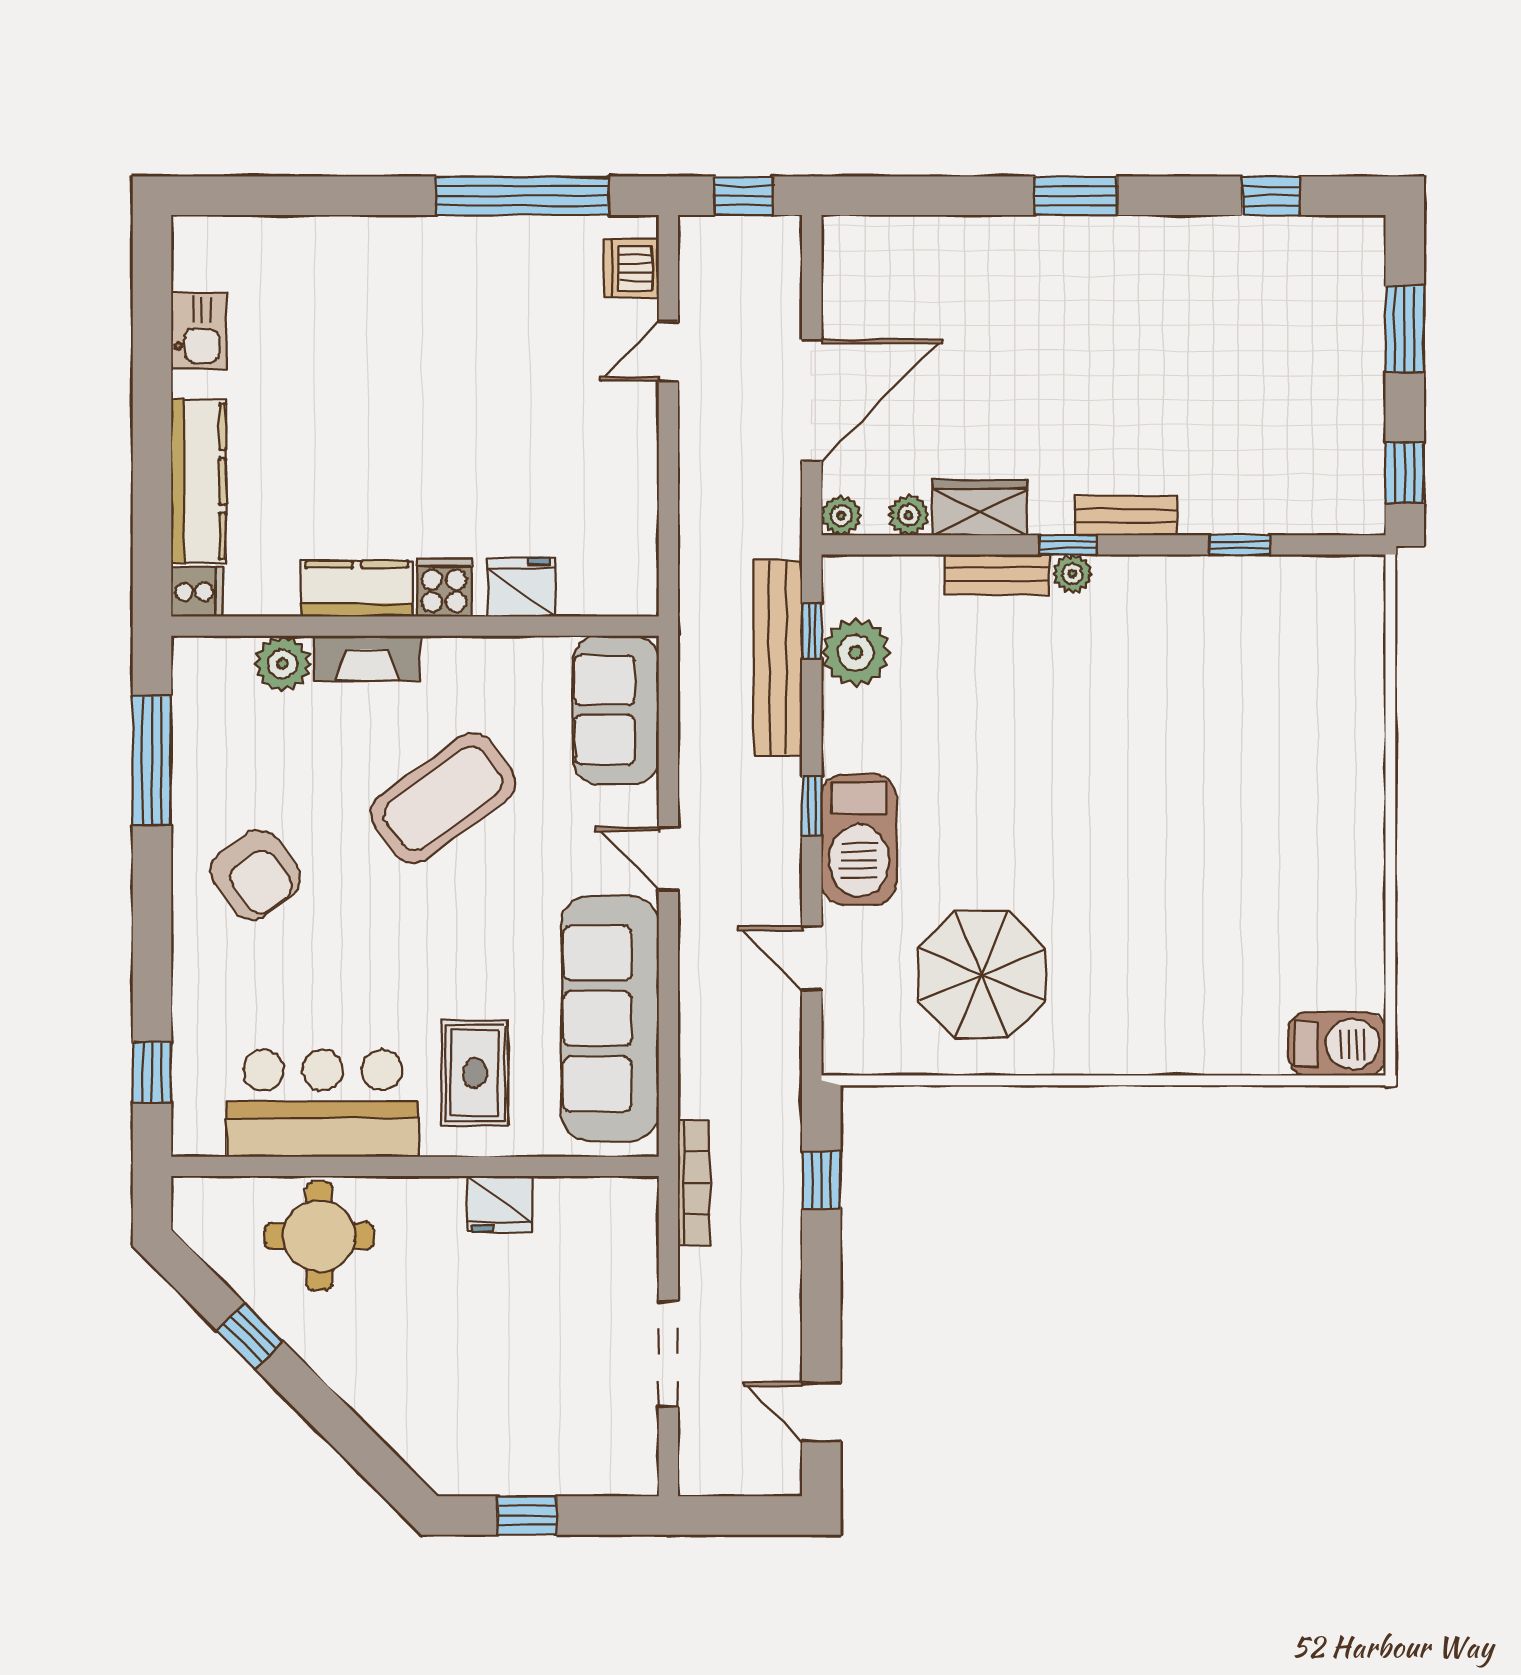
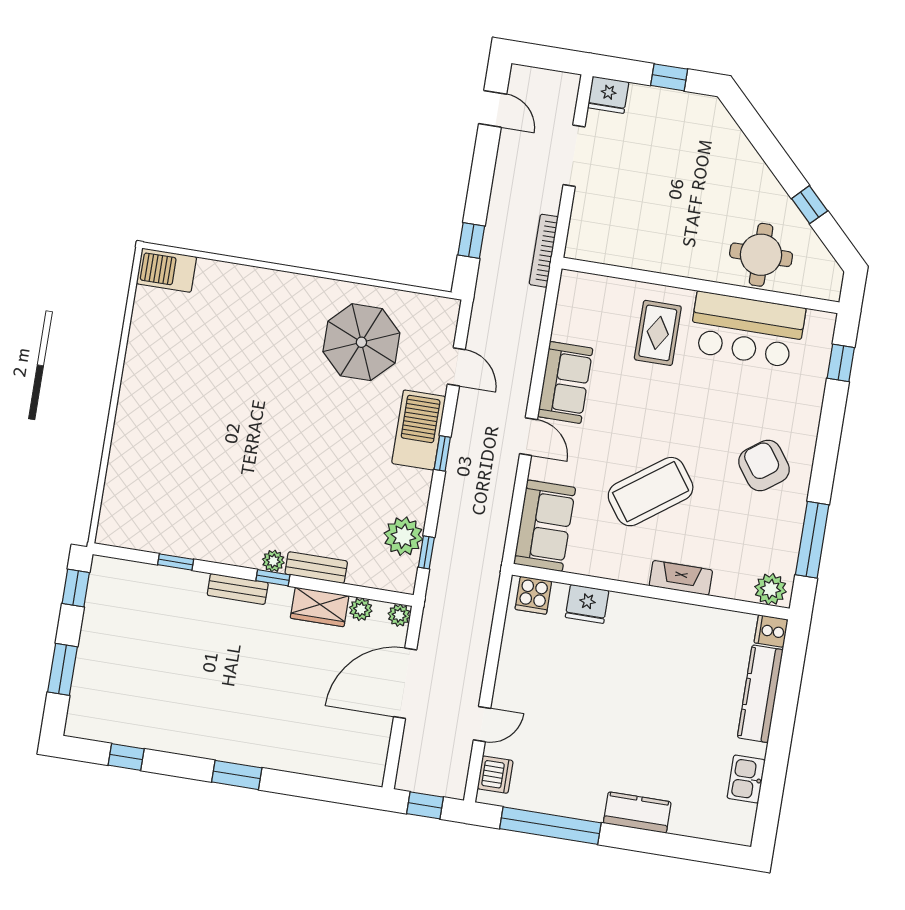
cooker: (444, 587) -> (533, 595), moved
kitchen counter: (357, 589) -> (637, 812), moved, turned 180
bench: (778, 658) -> (448, 540), removed
plant: (283, 664) -> (771, 589), moved
sofa: (610, 1018) -> (565, 382), width x0.54, depth x0.79
fridge: (499, 1204) -> (608, 95), moved, turned 180

